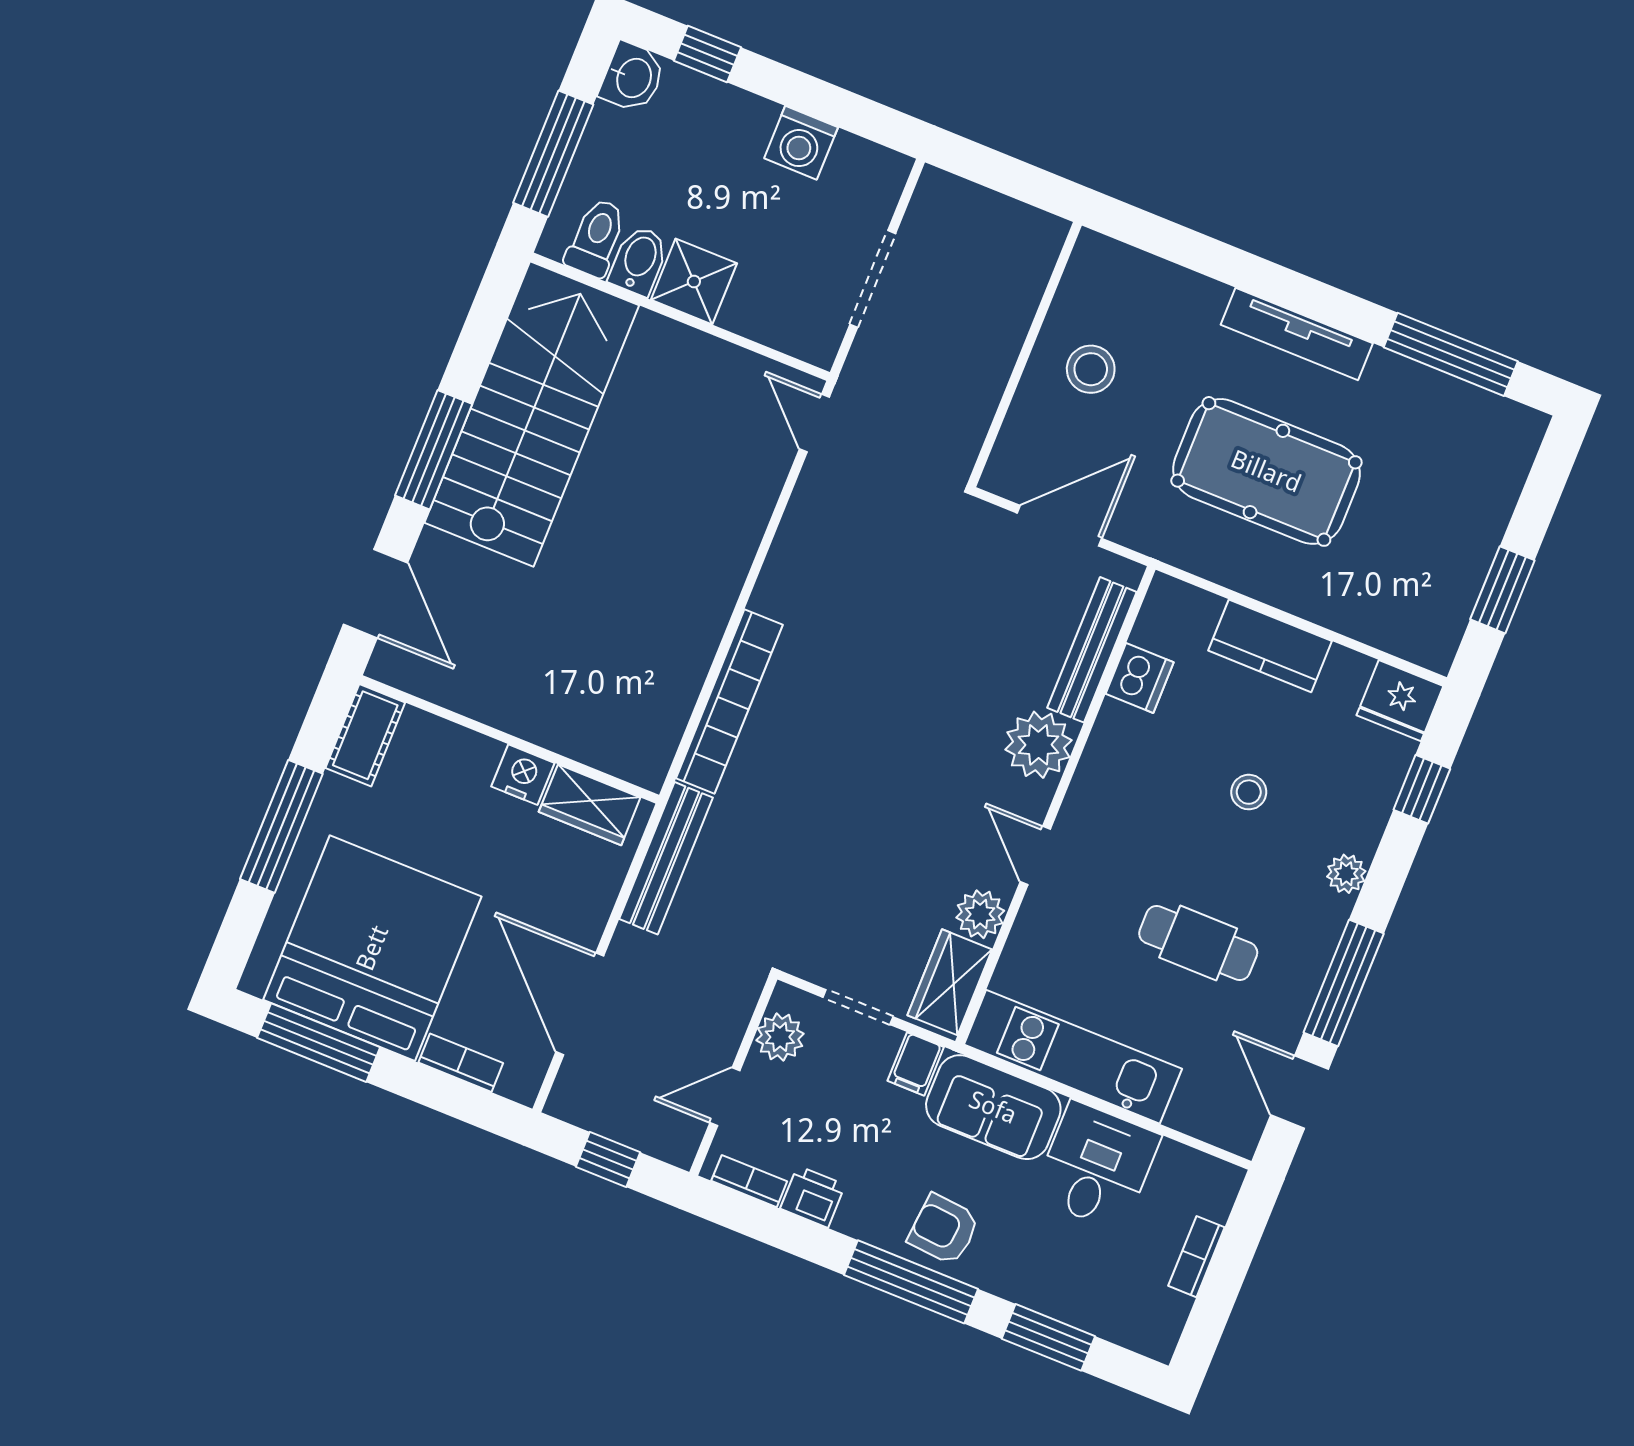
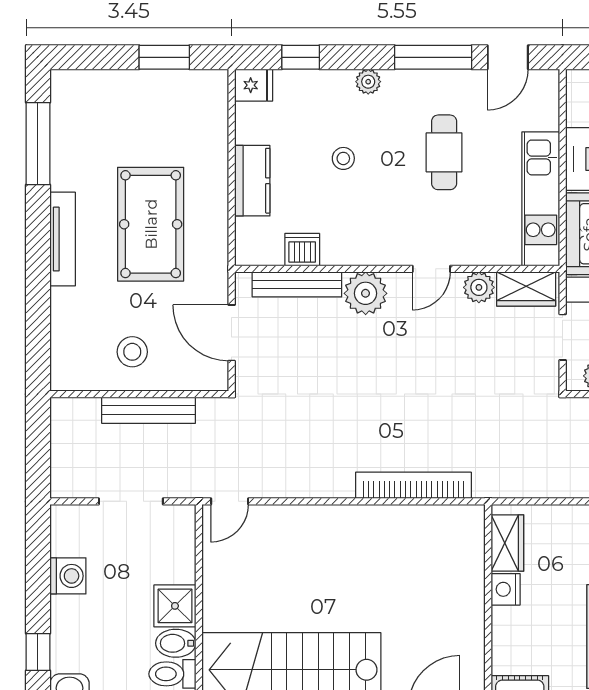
fridge: (1400, 701) -> (254, 85), width x0.72
bench: (666, 858) -> (149, 410), moved

